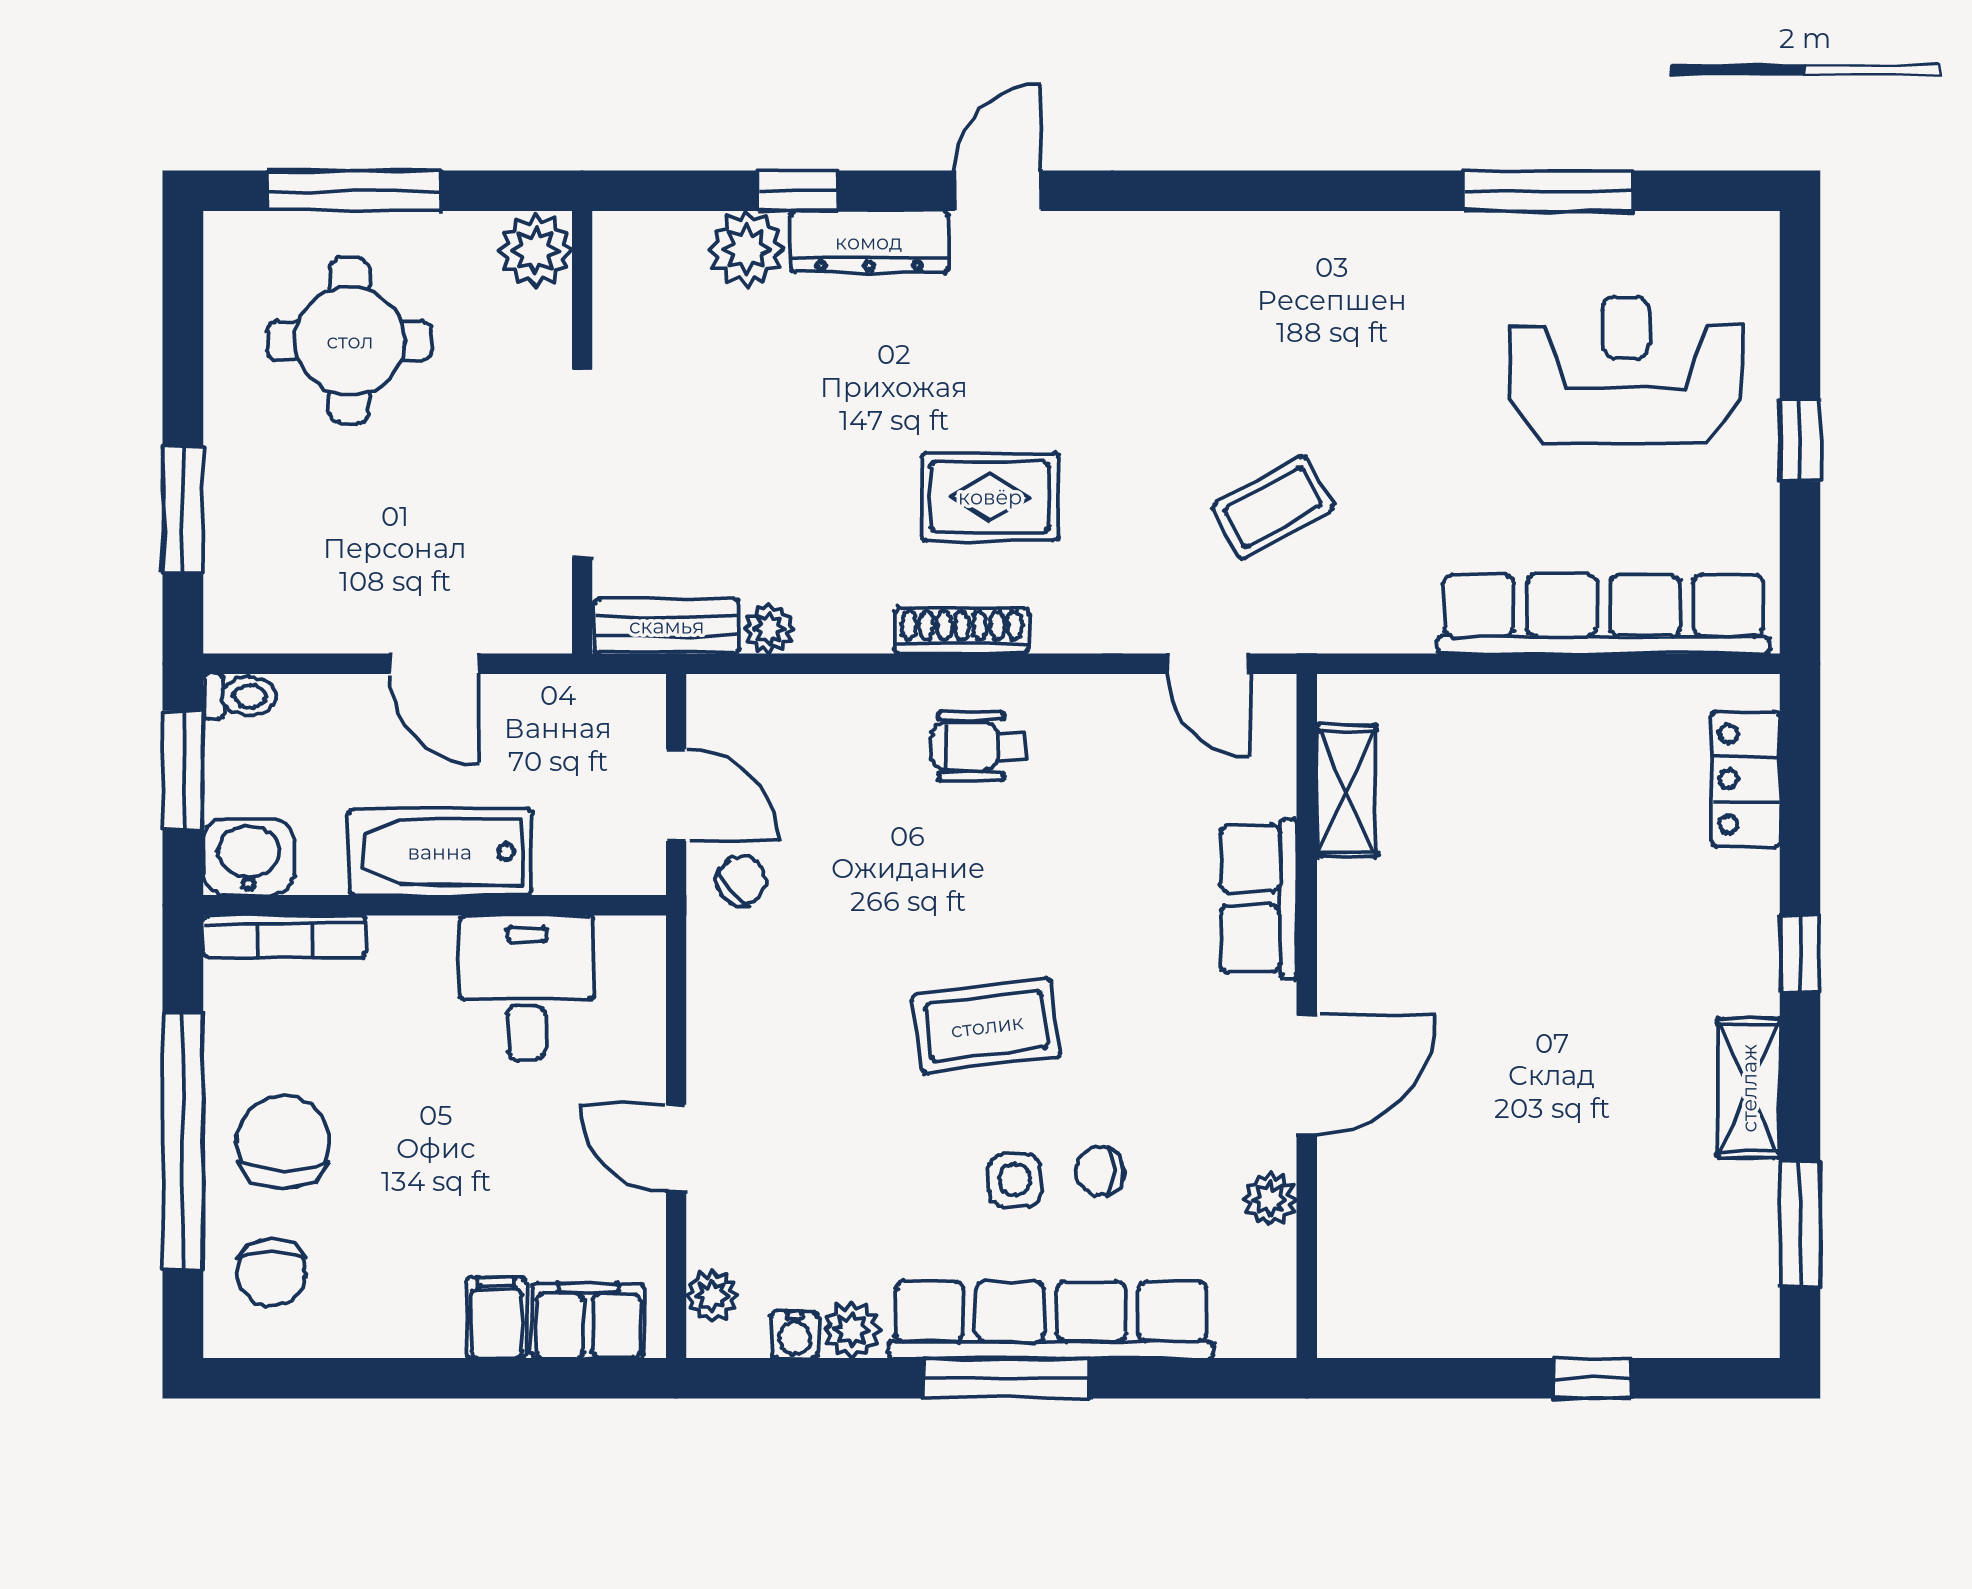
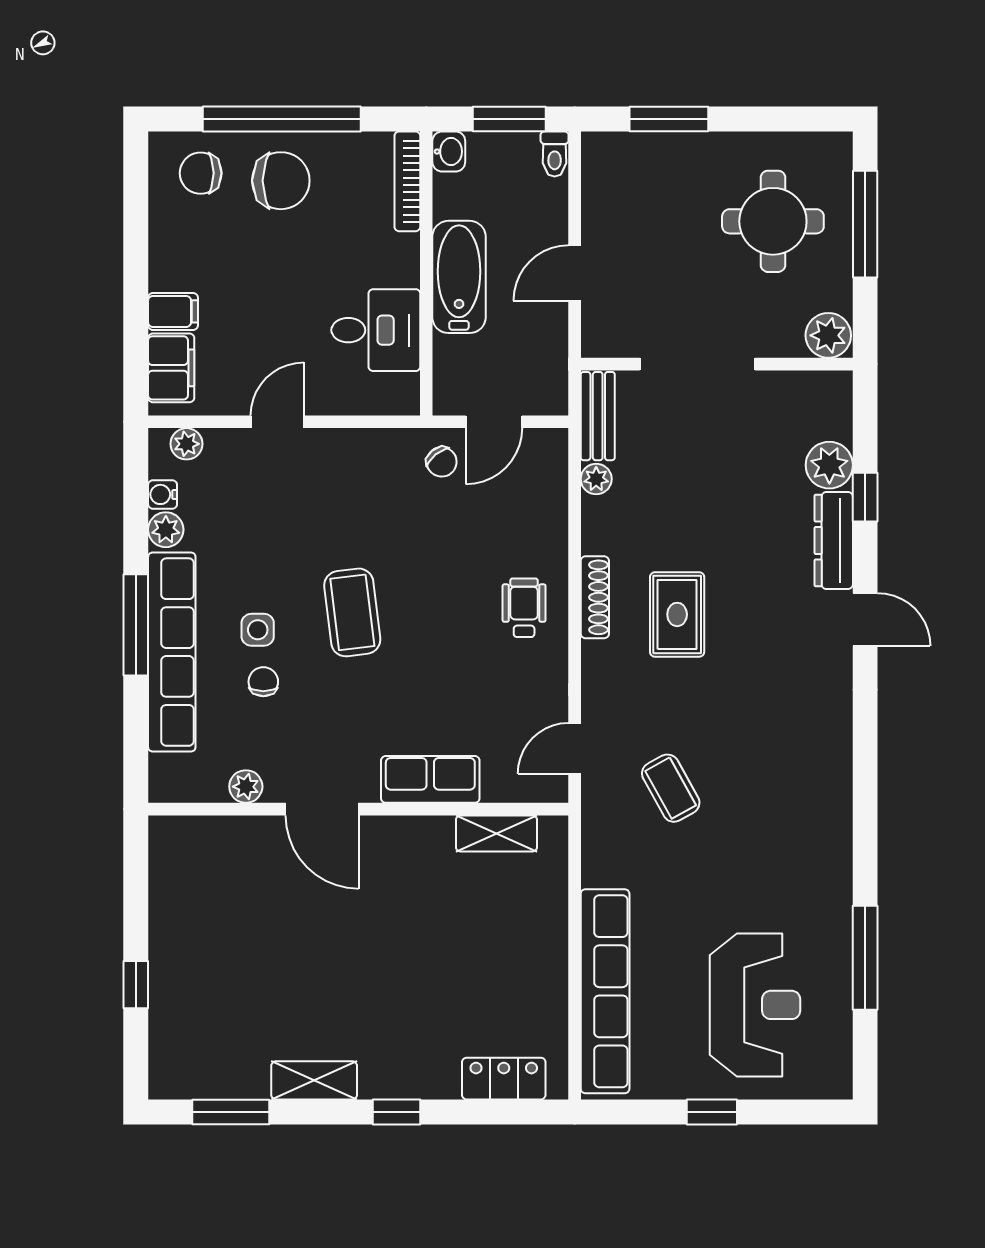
washbasin: (248, 857) -> (449, 152), width x0.72, depth x0.69

